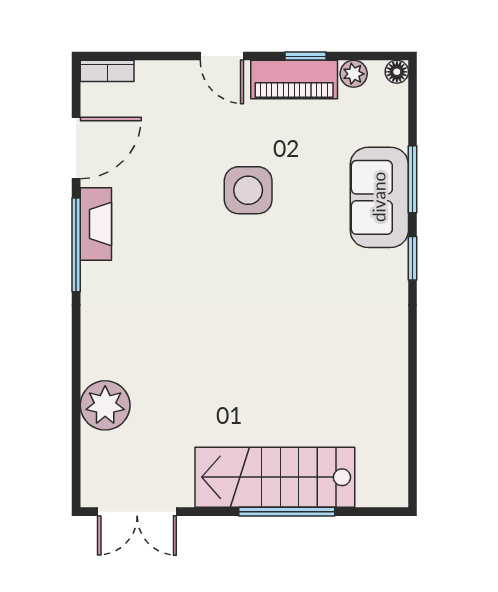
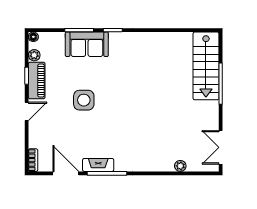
plant: (105, 405) -> (180, 166), width x0.53, depth x0.53
stairs: (275, 477) -> (206, 66), moved
double door: (137, 512) -> (221, 147), swing flipped

